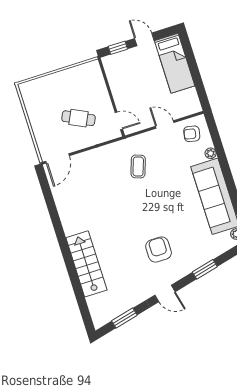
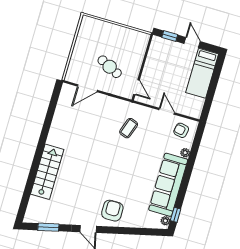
door: (57, 158) -> (87, 88), moved
armchair: (159, 250) -> (112, 211), moved
window: (205, 269) -> (127, 231), removed

